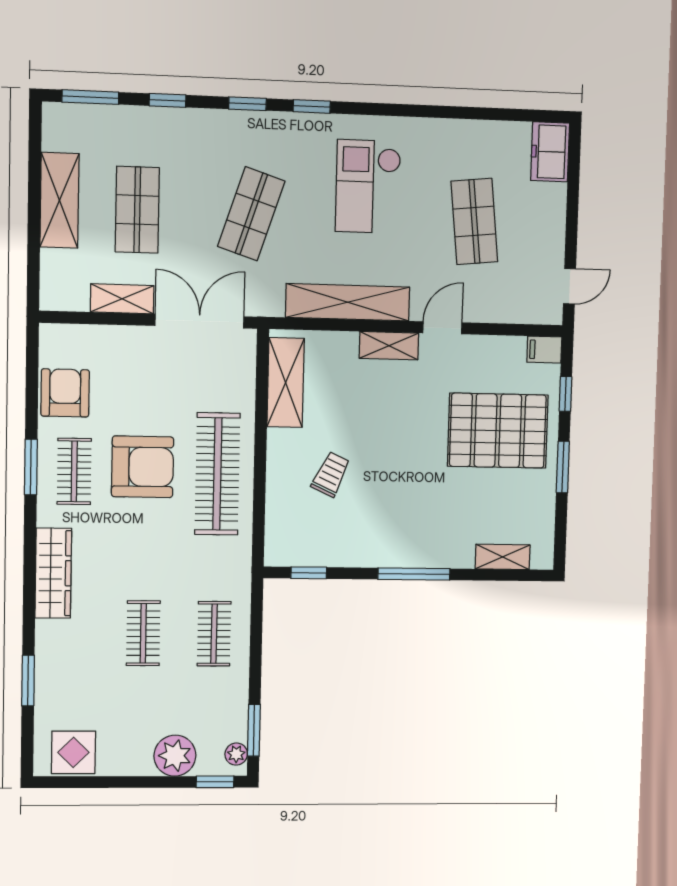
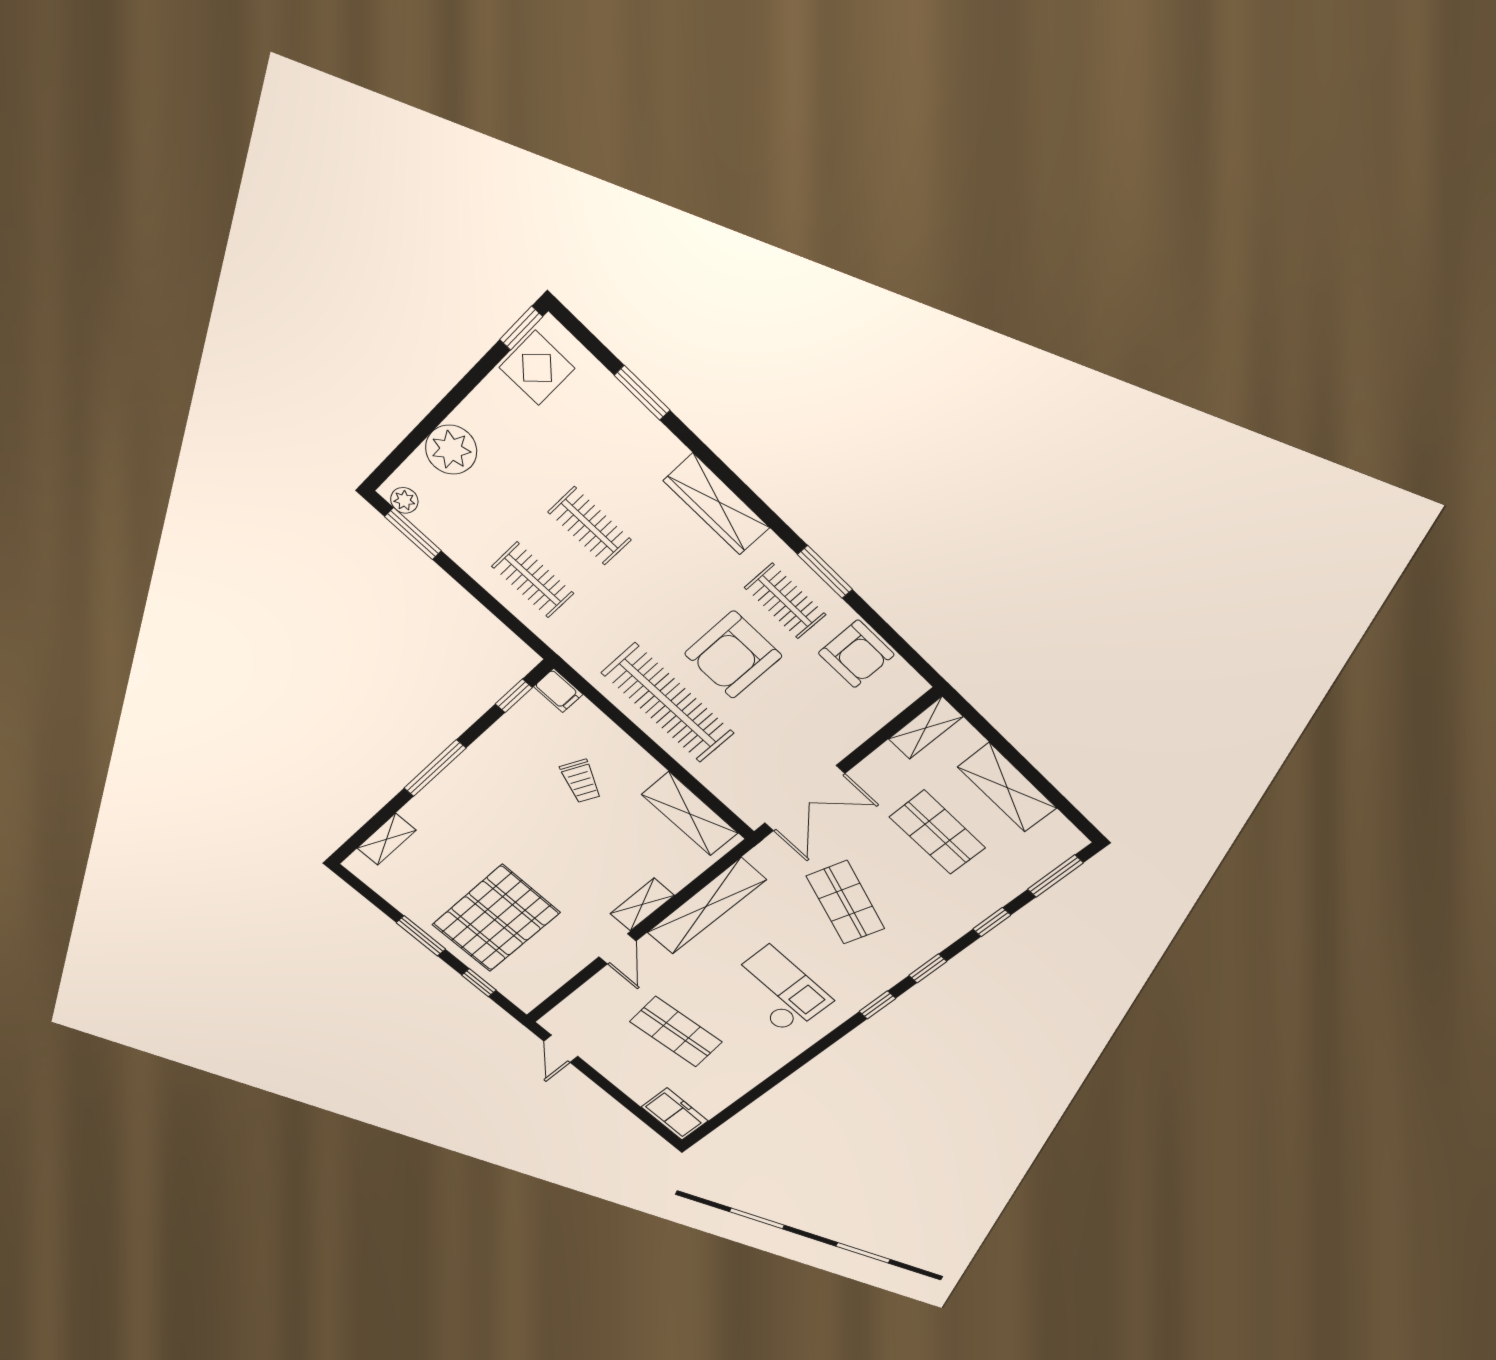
shelving: (122, 299) -> (926, 728), moved
filing cabinet: (544, 350) -> (558, 691), moved, turned 90
window: (215, 782) -> (521, 328), moved

